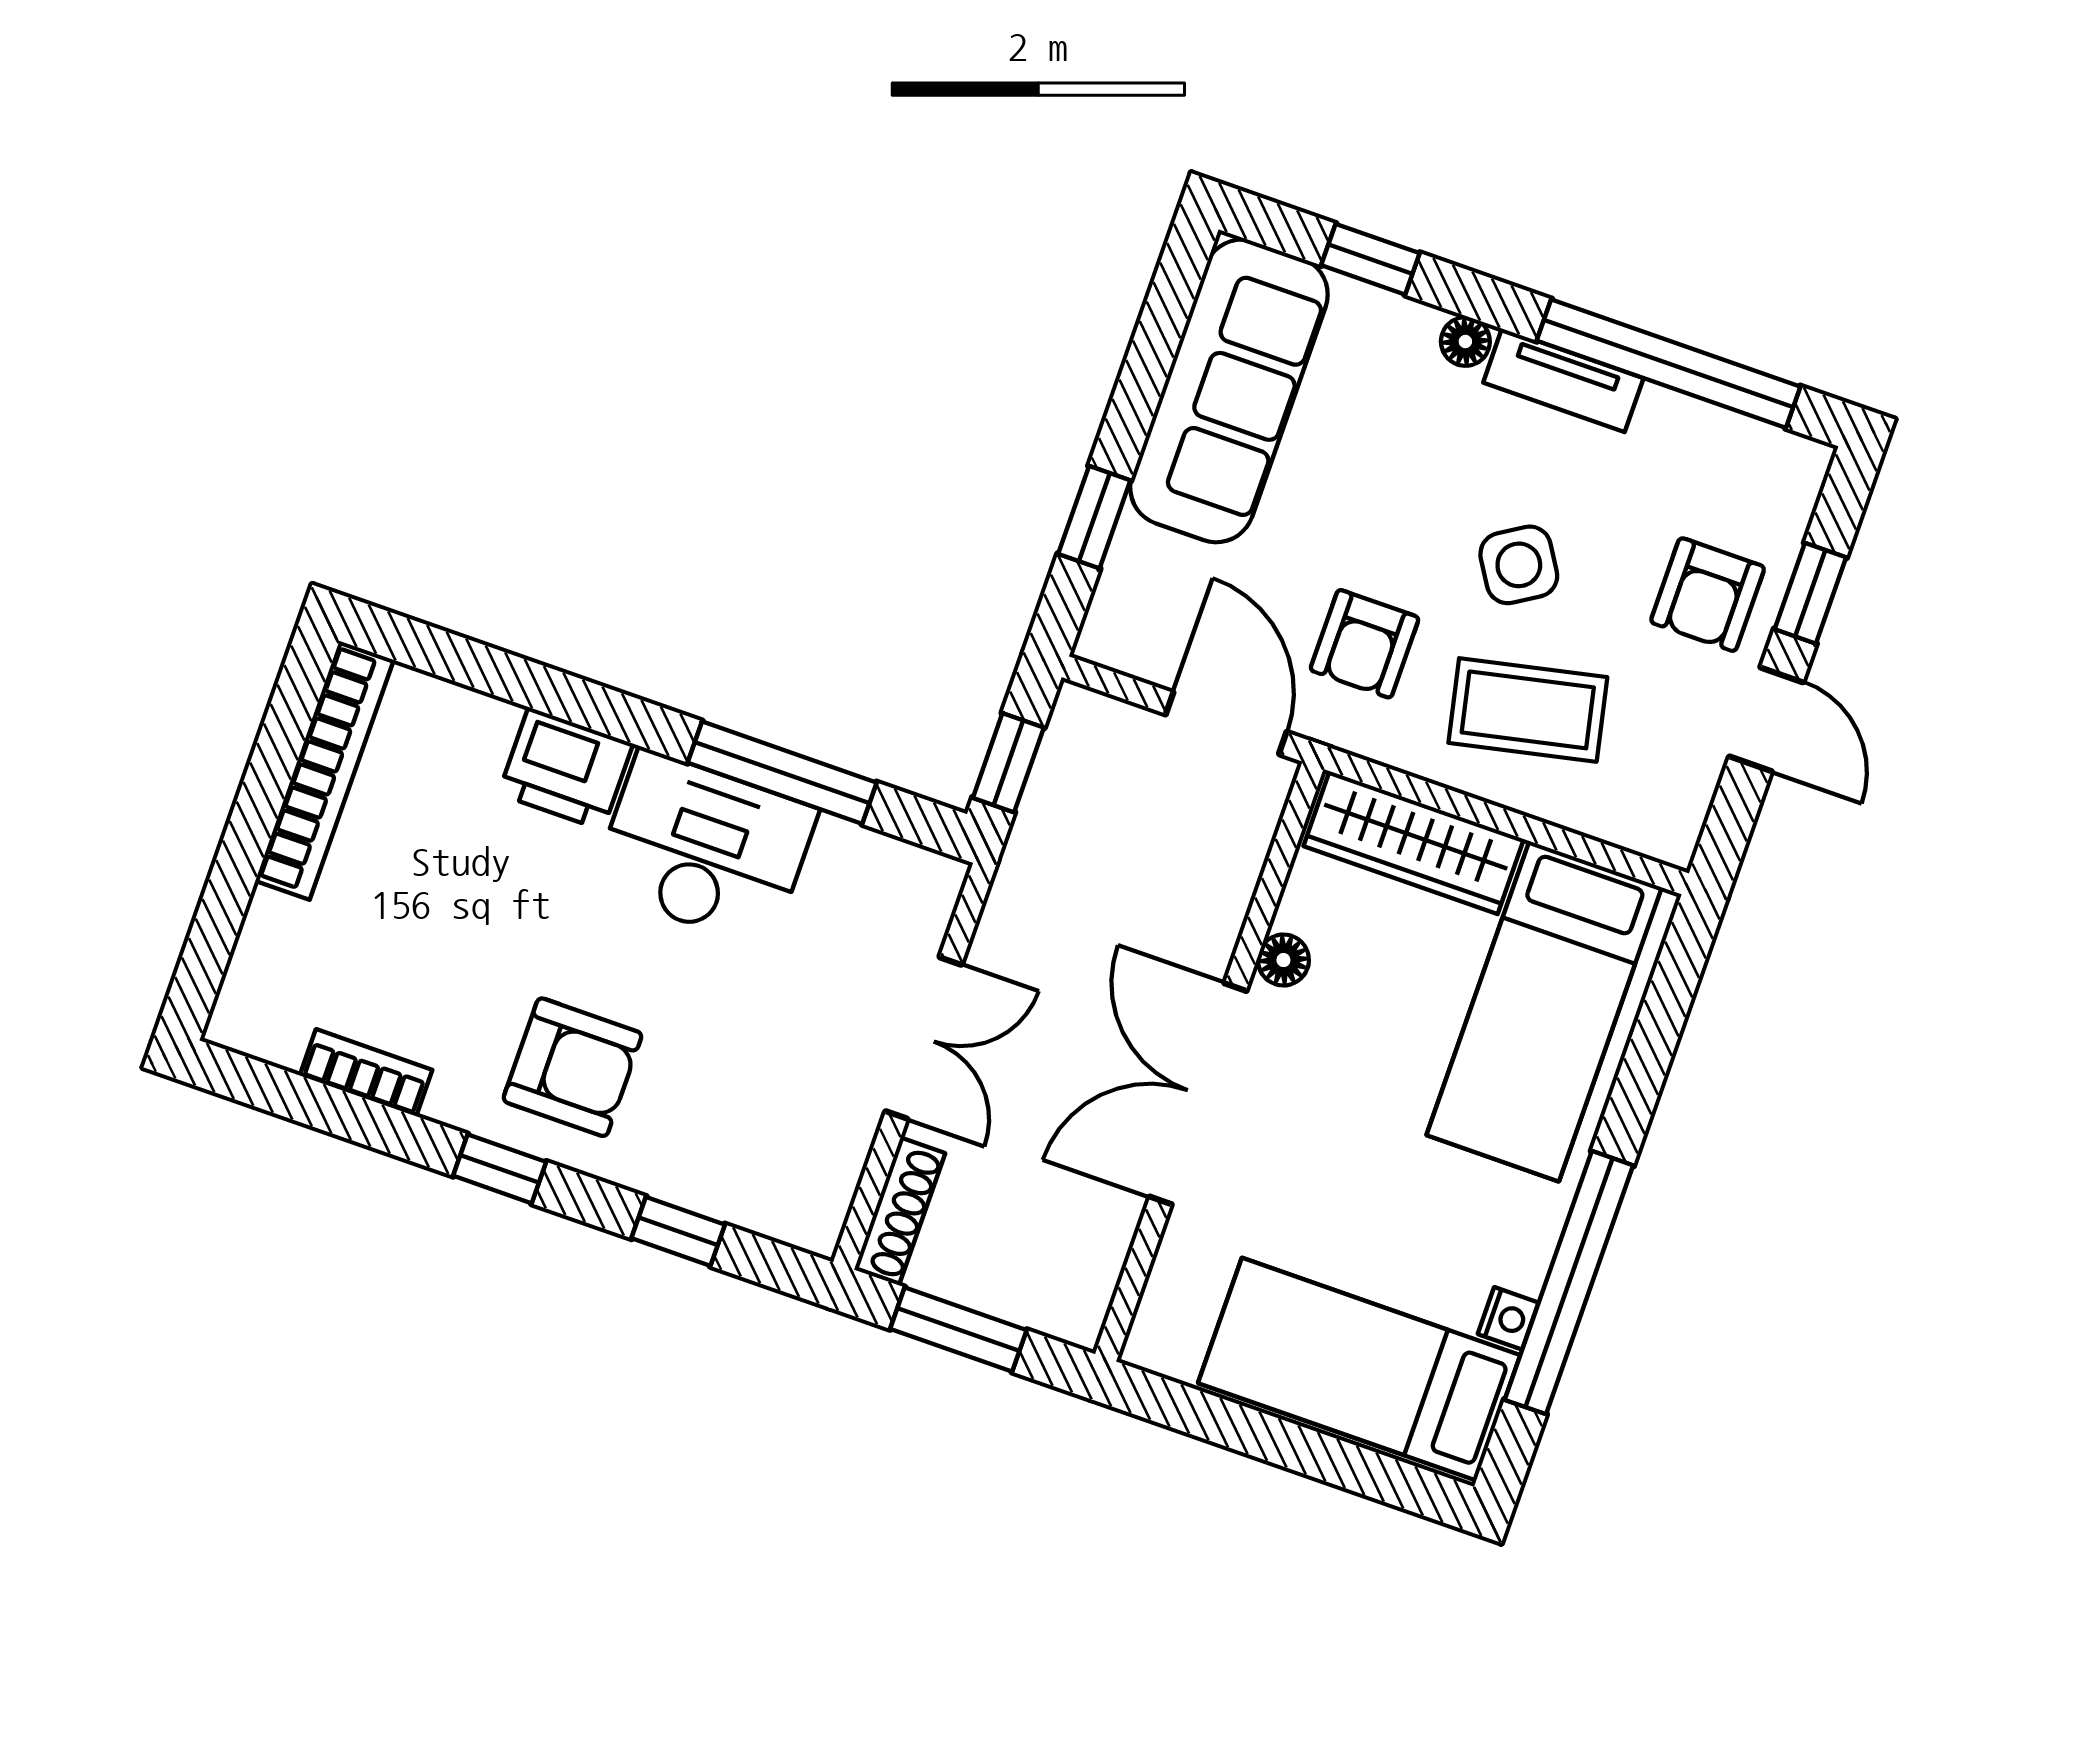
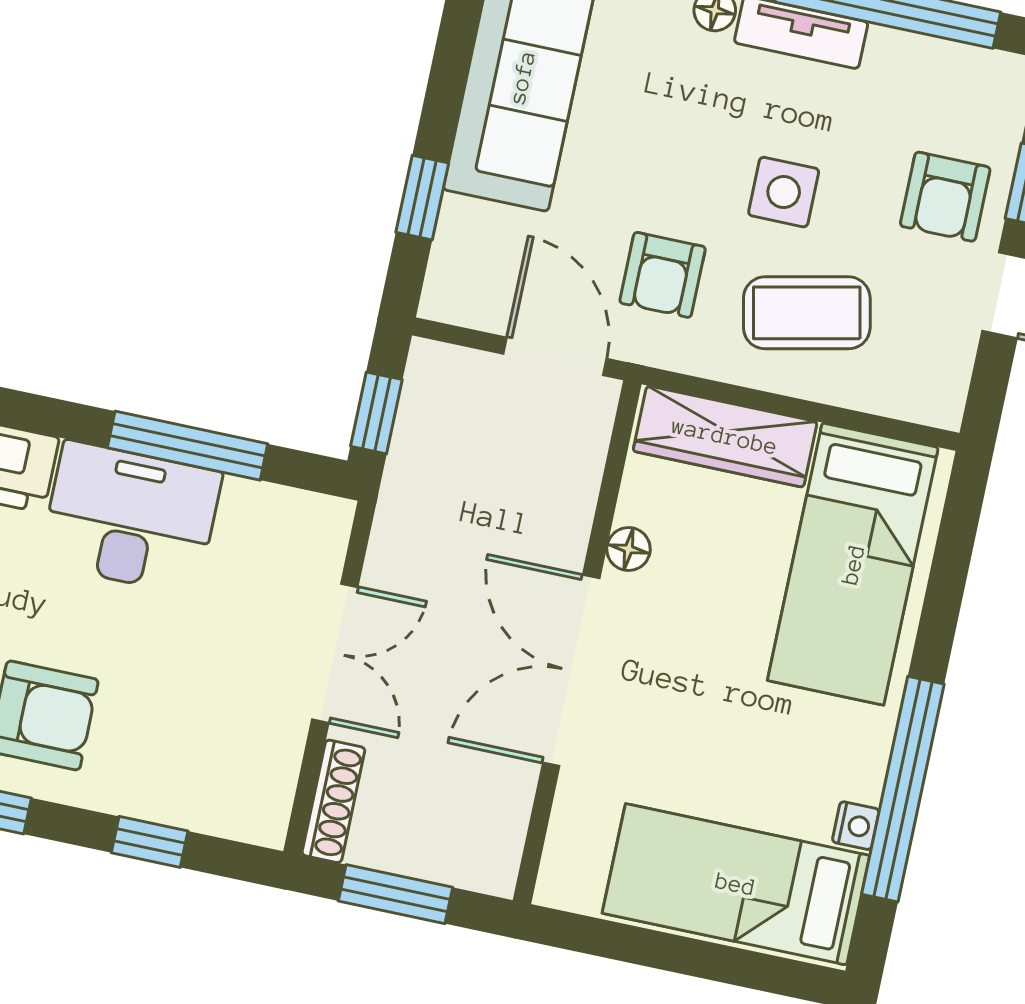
side table: (1519, 565) -> (784, 192), turned 32

